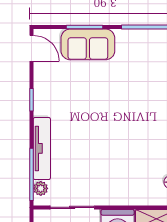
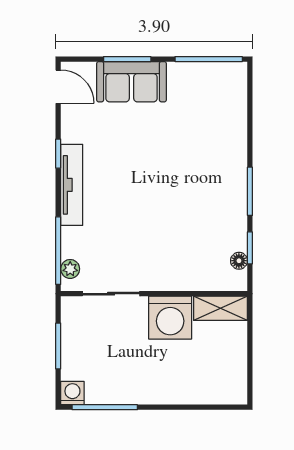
tv unit: (42, 148) -> (72, 185), moved

